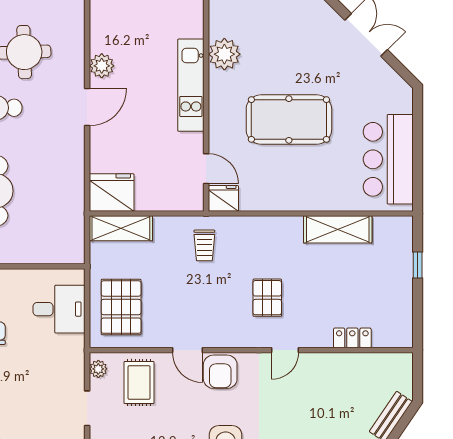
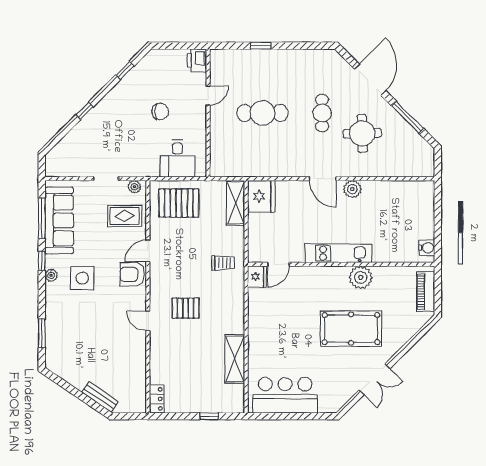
pool table: (289, 119) -> (351, 329), moved, turned 90
trolley: (204, 245) -> (223, 263), turned 180
locker: (352, 338) -> (157, 399), moved

